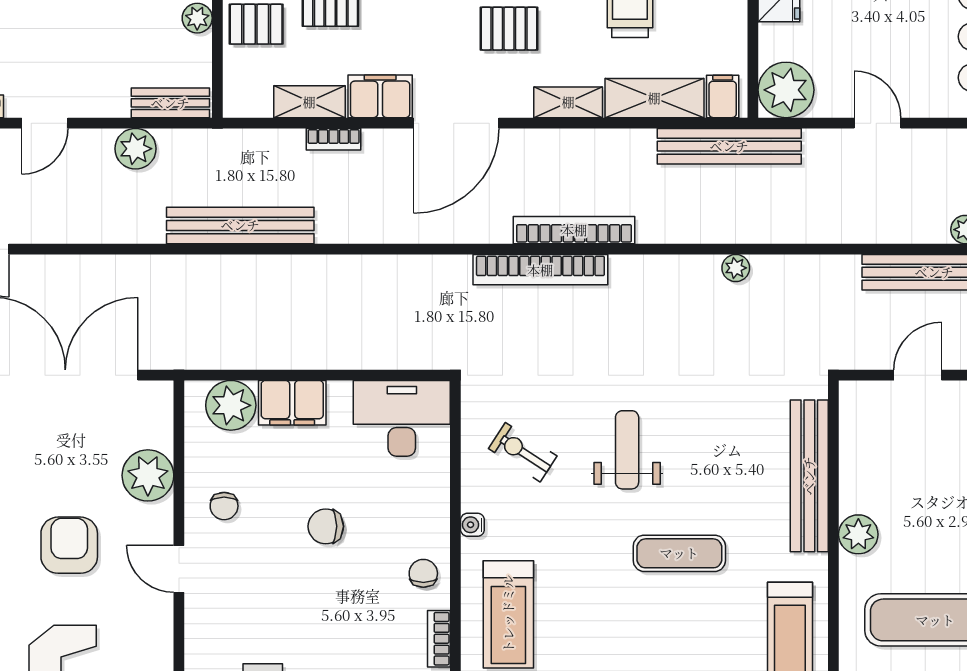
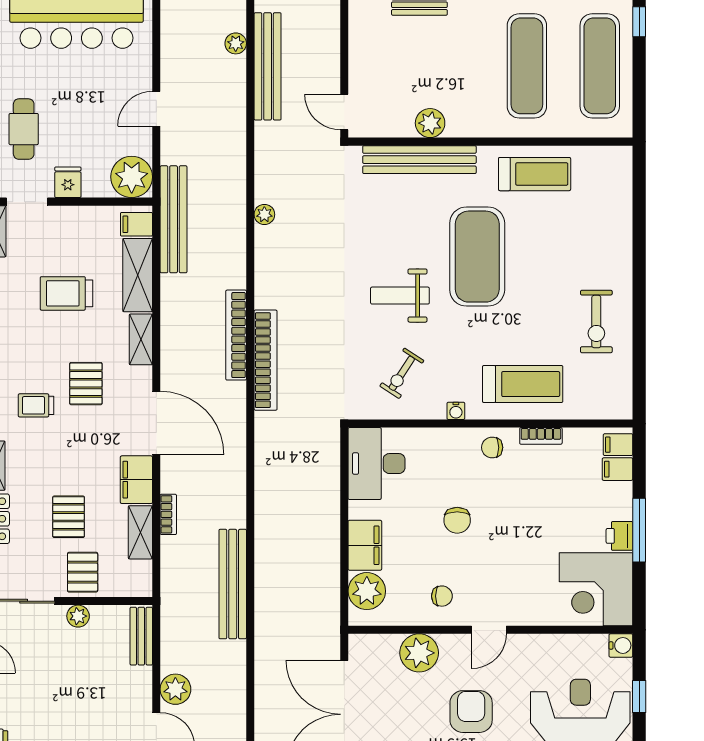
plant: (136, 149) -> (175, 689), moved
door: (918, 375) -> (344, 112), moved
plant: (858, 534) -> (430, 123), moved
armchair: (69, 545) -> (471, 712), turned 90
exercise mat: (679, 553) -> (477, 257), width x2.00, depth x1.45

